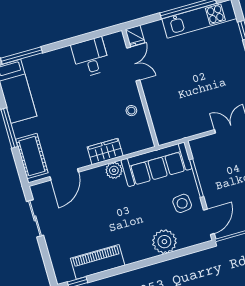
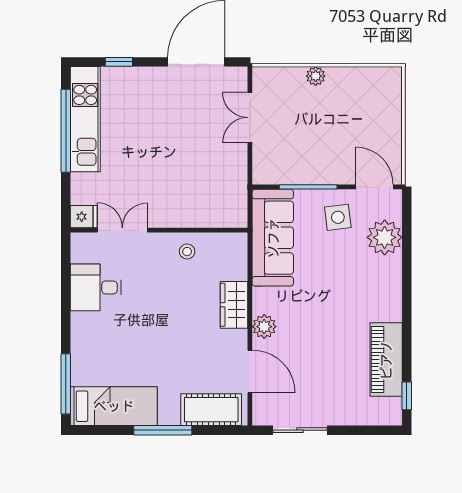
plant: (114, 170) -> (264, 327), moved
plant: (164, 242) -> (385, 237), moved

